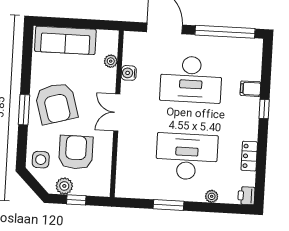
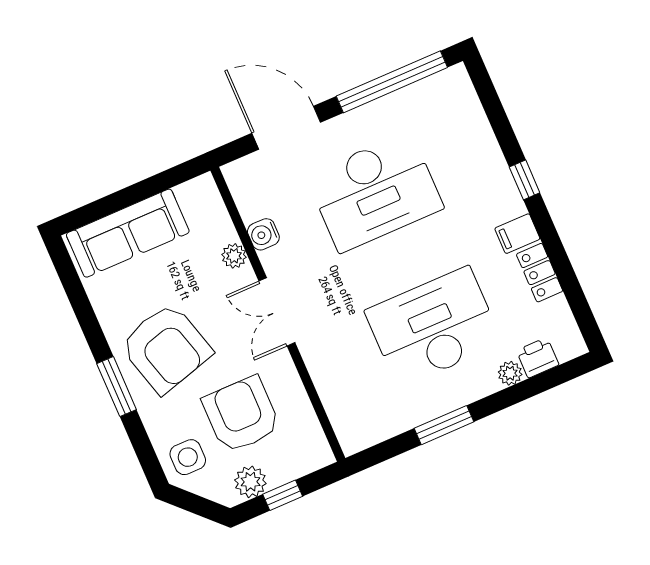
plant: (111, 61) -> (234, 256), moved
filing cabinet: (250, 89) -> (517, 234), moved
printer: (246, 196) -> (538, 358), moved, turned 90

